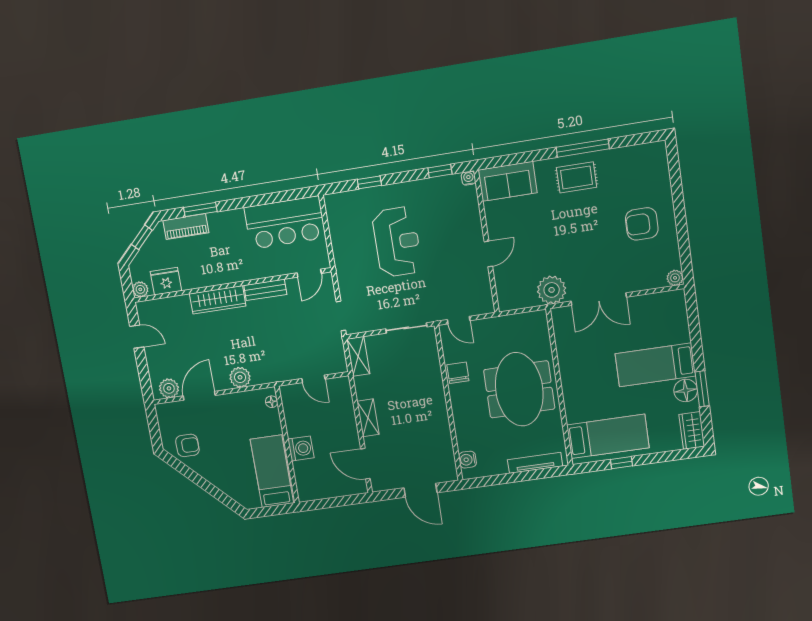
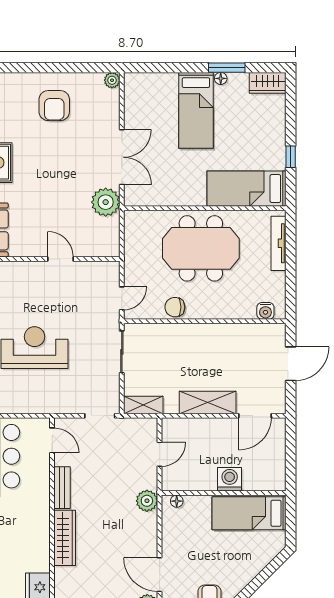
plant: (240, 377) -> (147, 501), moved
floor lamp: (686, 390) -> (221, 78), width x0.53, depth x0.53
shelving: (368, 418) -> (208, 402), width x1.50, depth x1.33
bed: (608, 436) -> (247, 189), moved, turned -90

